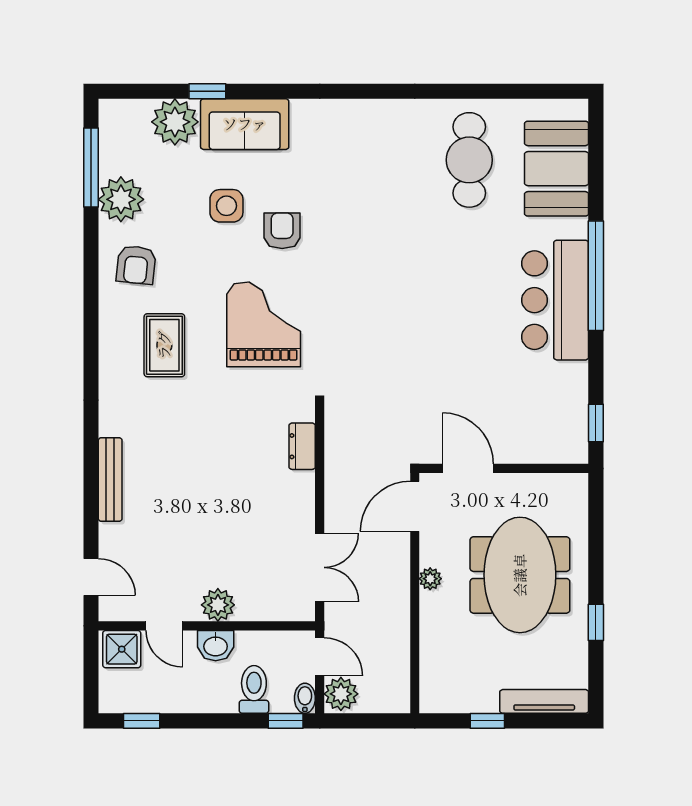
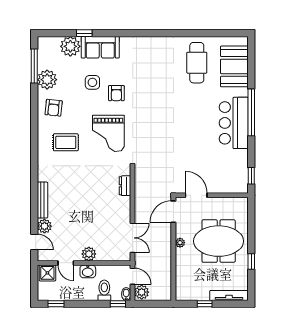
armchair: (282, 231) -> (116, 93), turned 180
grand piano: (264, 324) -> (108, 133), turned 180
rug: (164, 345) -> (66, 142), turned 90
plant: (115, 540) -> (44, 226), added
meeting table: (520, 575) -> (219, 241), turned 90

